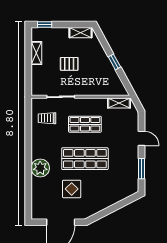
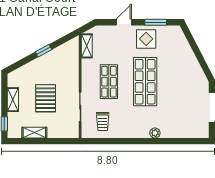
shelving: (81, 33) -> (13, 100), moved
pallet: (69, 64) -> (46, 98), width x1.50, depth x1.42
plant: (40, 168) -> (155, 133), width x0.53, depth x0.53
display table: (72, 189) -> (146, 39), moved

